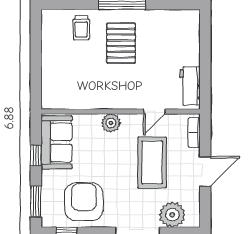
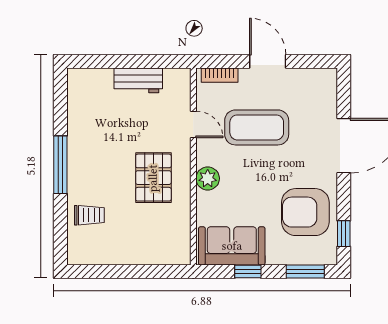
pallet: (121, 43) -> (153, 178), moved, turned 90
workbench: (190, 86) -> (138, 80), moved
plant: (172, 215) -> (321, 102), removed

